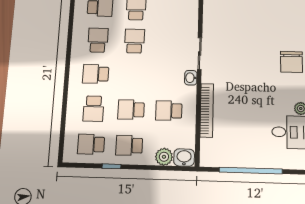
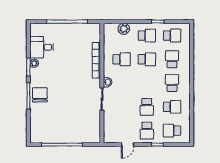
school desk: (98, 40) -> (172, 107), turned -90
school desk: (96, 74) -> (172, 83), turned -90
washbasin: (184, 158) -> (111, 29), removed

